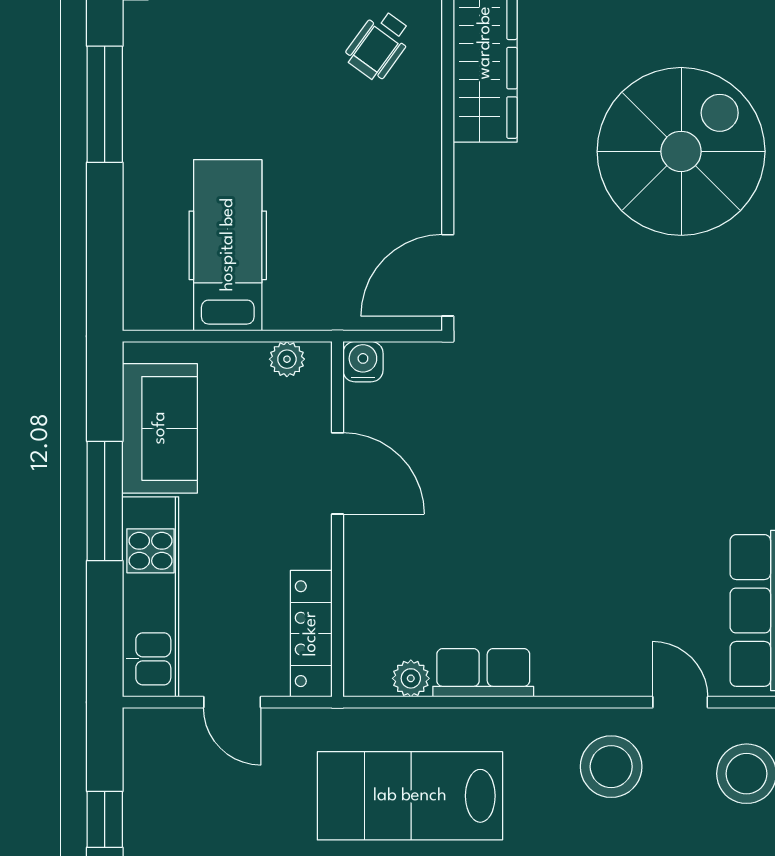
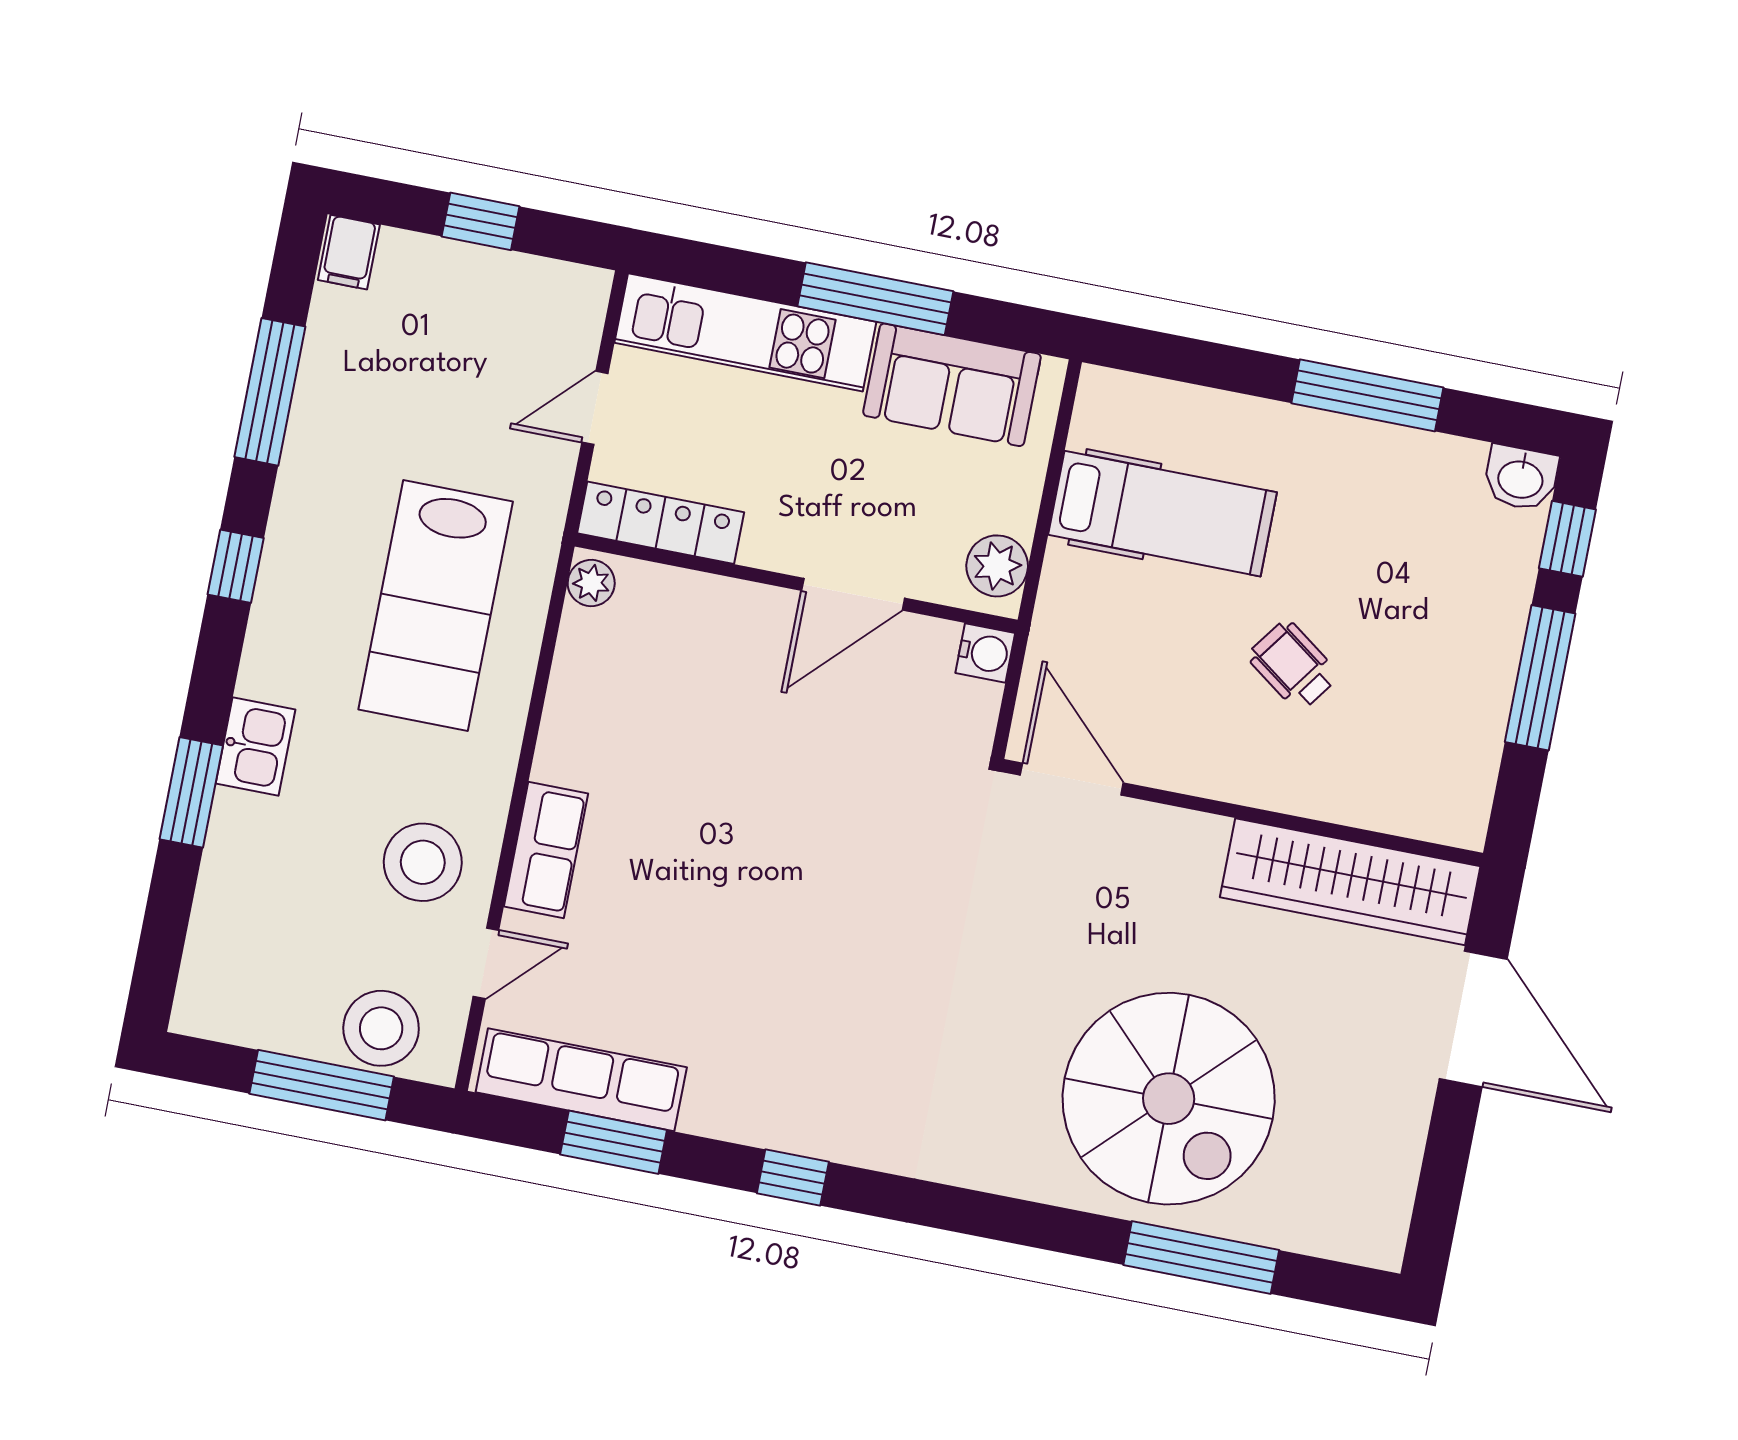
wheelchair: (379, 45) -> (1293, 666), moved
plant: (287, 359) -> (997, 566), width x1.38, depth x1.38
row of seats: (483, 673) -> (546, 850), moved
plant: (411, 678) -> (591, 583), moved
lab bench: (410, 796) -> (436, 606), turned 180

